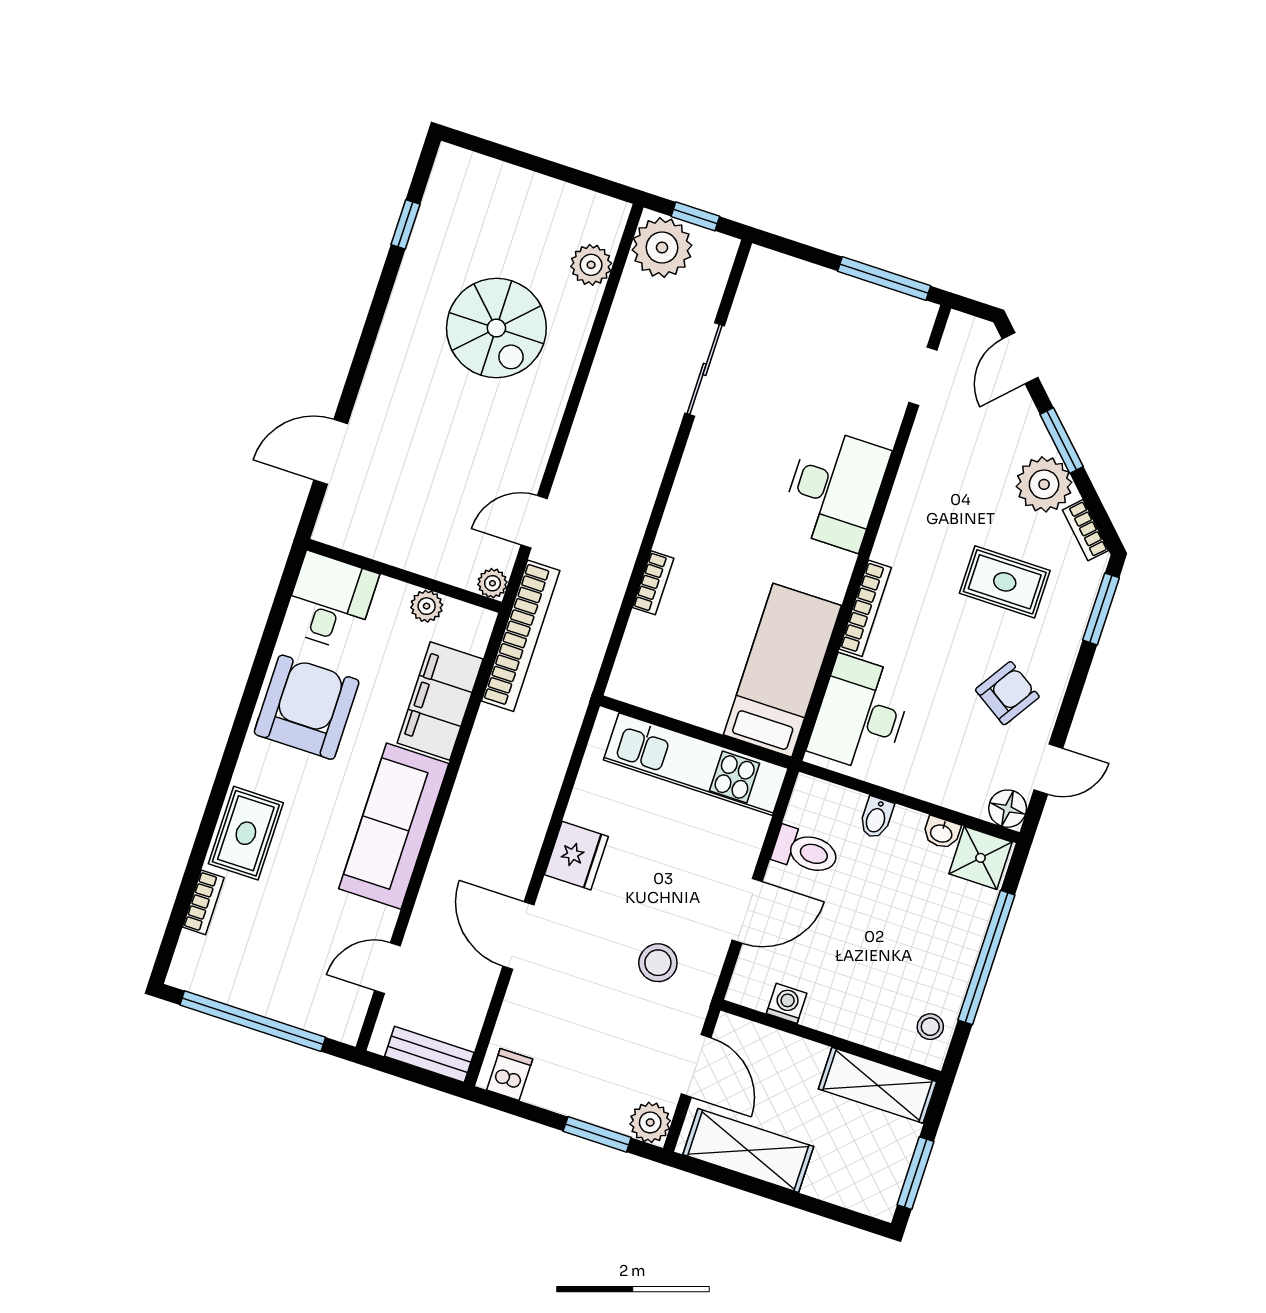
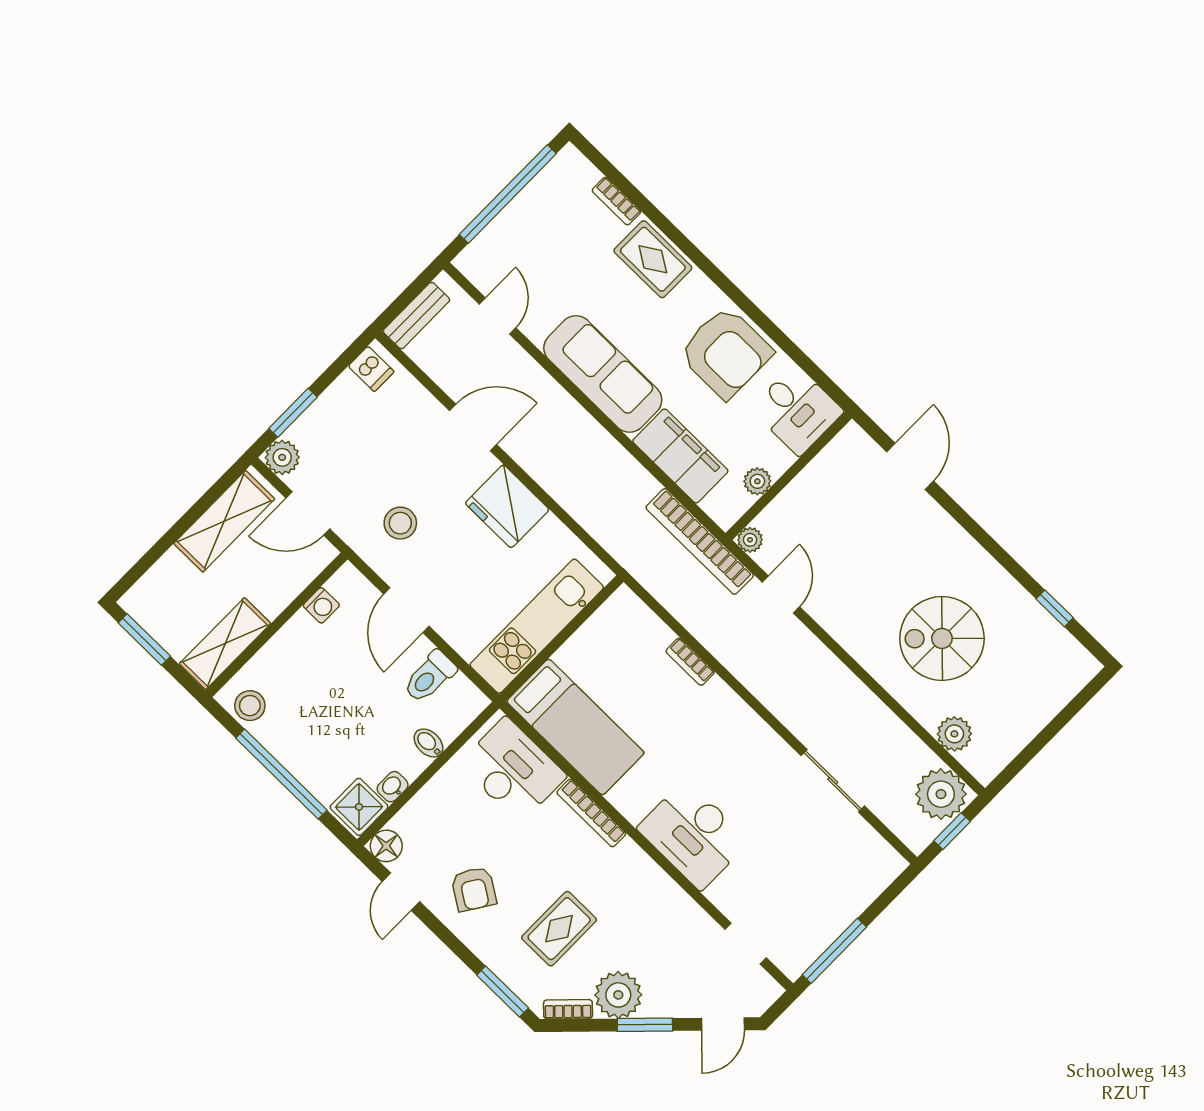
door: (1020, 358) -> (723, 1024), swing flipped
fridge: (576, 856) -> (507, 506), width x1.36, depth x1.34
stool: (930, 1027) -> (250, 706), width x1.37, depth x1.37

